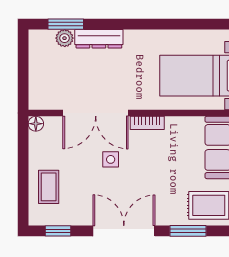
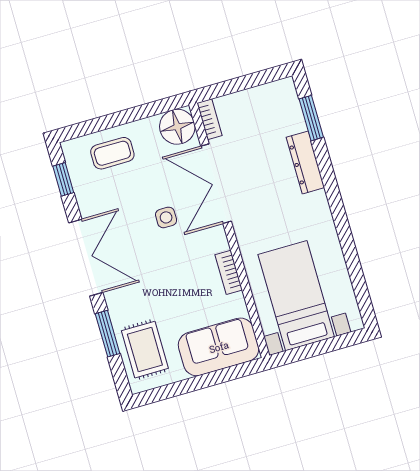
plant: (65, 38) -> (294, 121), removed
bookcase: (44, 104) -> (209, 119), added
bookcase: (147, 123) -> (229, 272), moved
floor lamp: (36, 124) -> (177, 127), width x1.89, depth x1.89

